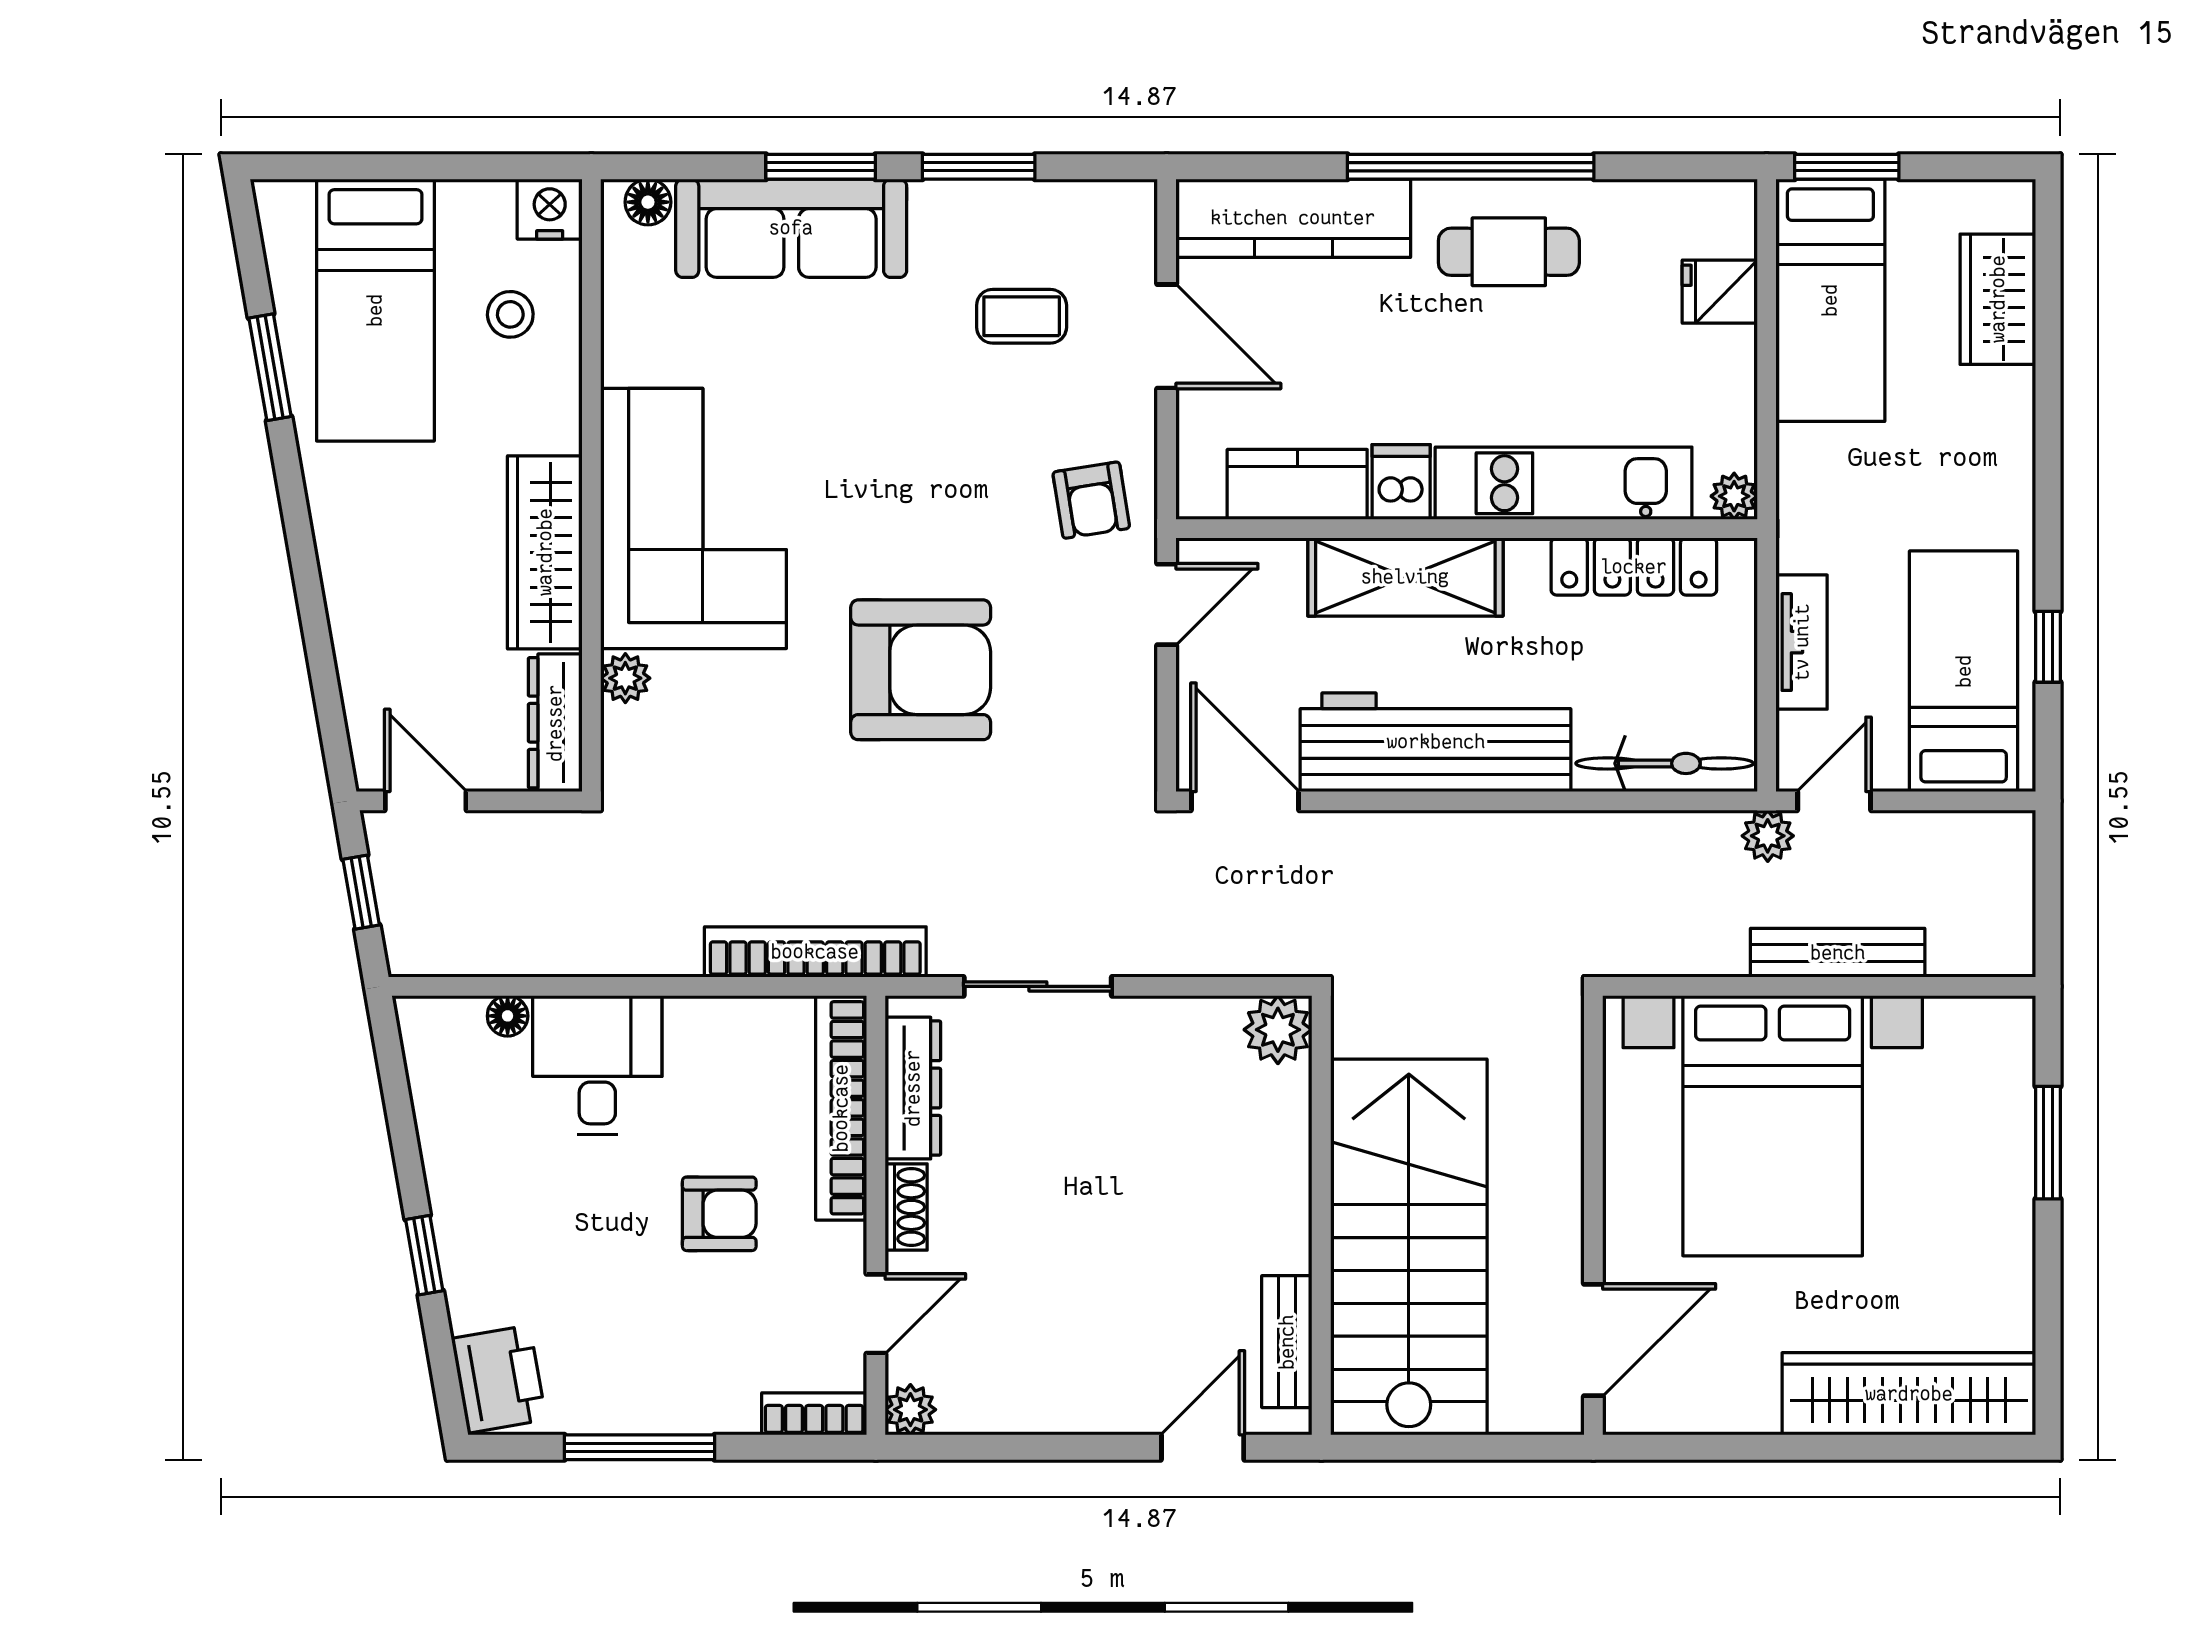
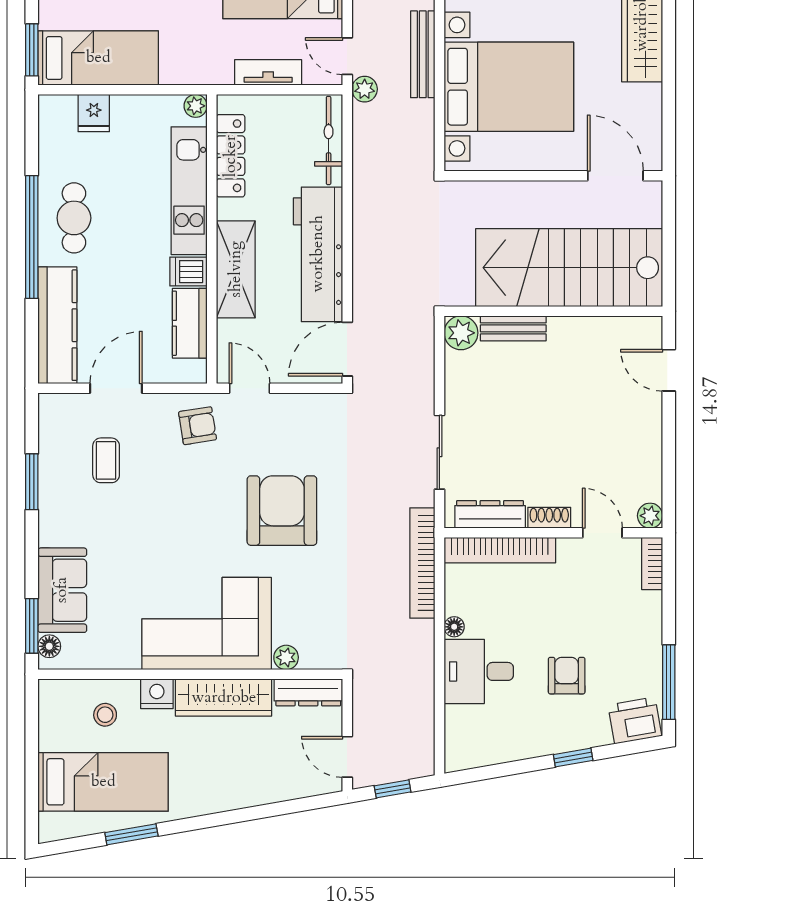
window: (821, 167) -> (32, 626), moved
nightstand: (550, 209) -> (157, 694), moved, turned 90
sofa: (791, 228) -> (62, 590), width x0.73
door: (426, 801) -> (347, 757), hinge flipped
floor lamp: (508, 1016) -> (454, 627), moved
armchair: (719, 1214) -> (567, 676), moved
bench: (1287, 1342) -> (513, 328), moved
window: (639, 1447) -> (669, 682), moved

